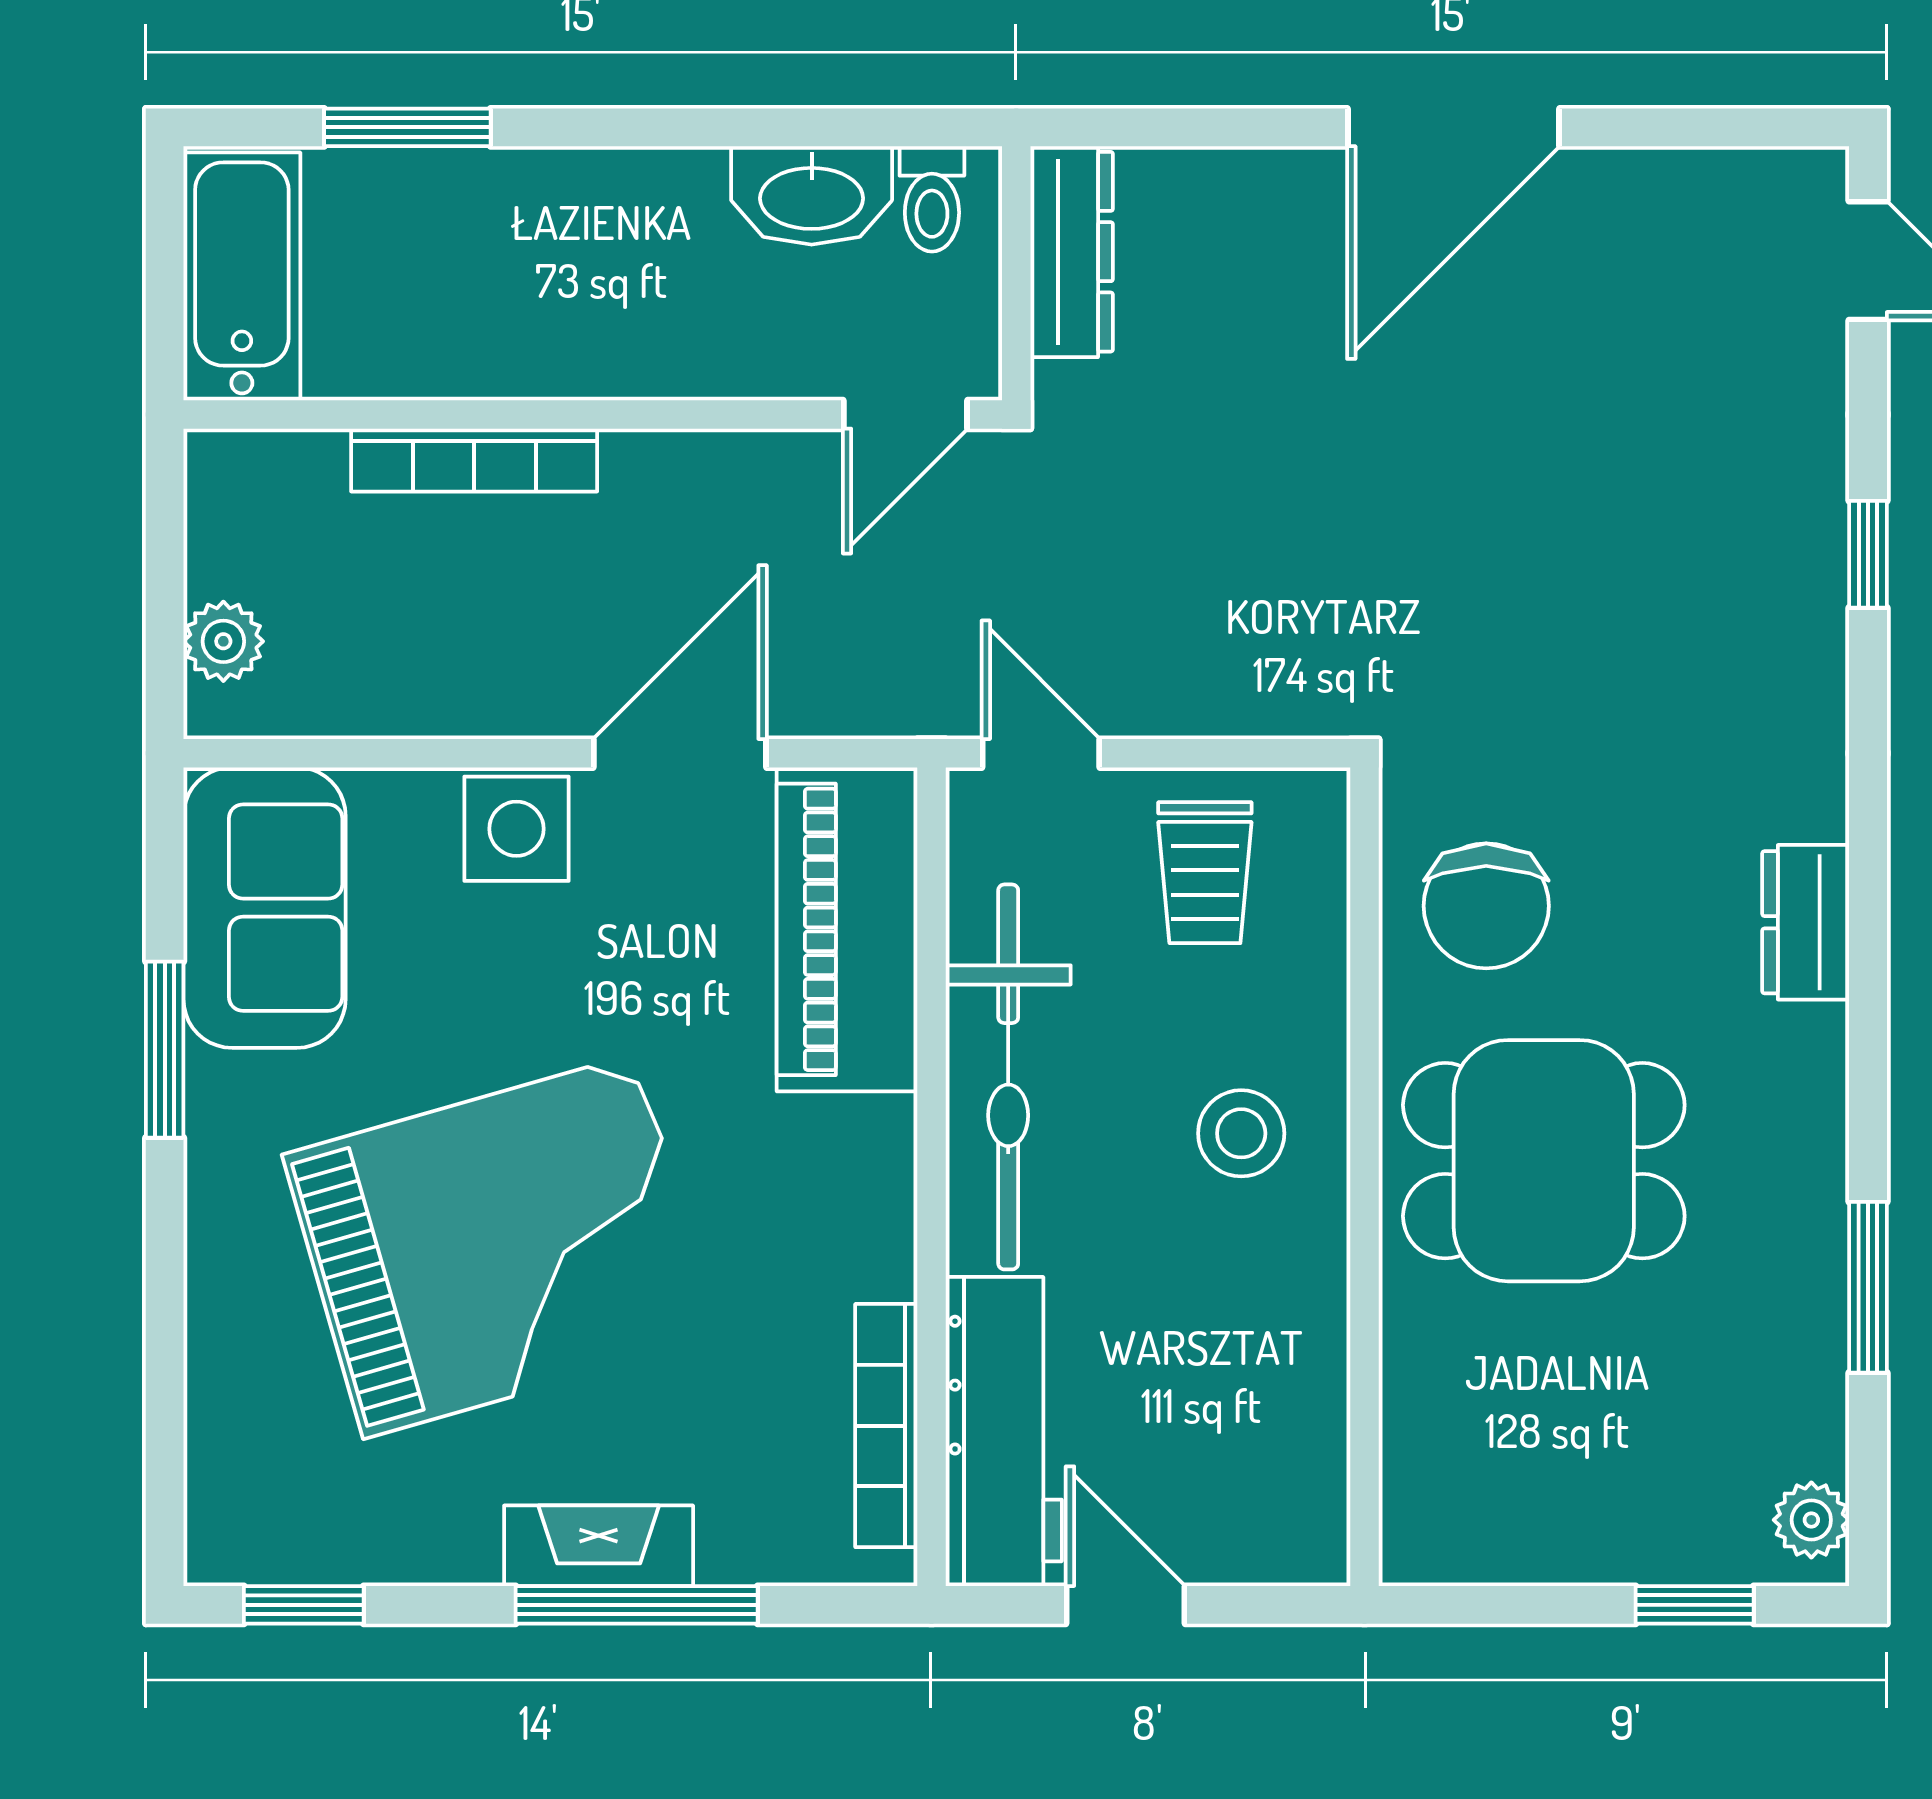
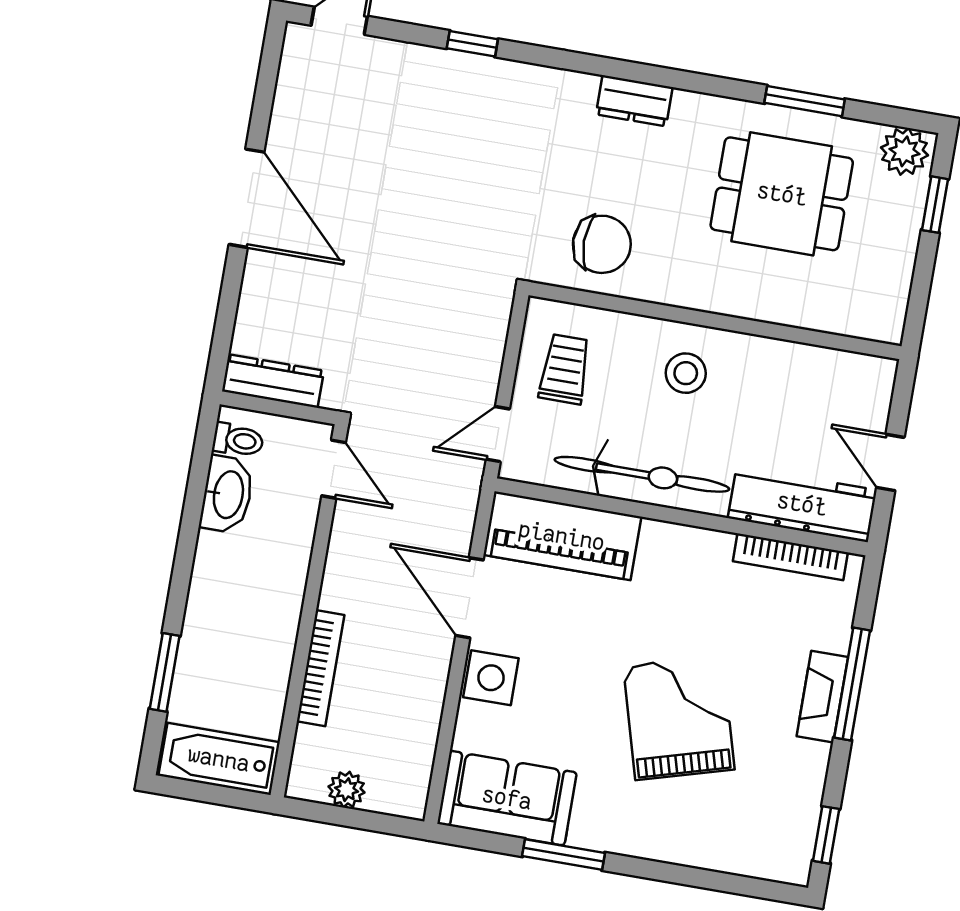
plant: (223, 641) -> (347, 790), moved
trolley: (1205, 873) -> (565, 369), turned -90
dining table: (1544, 1161) -> (782, 194), moved, turned 90
grand piano: (500, 1246) -> (679, 718), width x0.73, depth x0.68
plant: (1811, 1520) -> (904, 151), width x1.38, depth x1.38
door: (1126, 1605) -> (890, 462), hinge flipped

